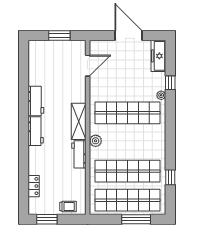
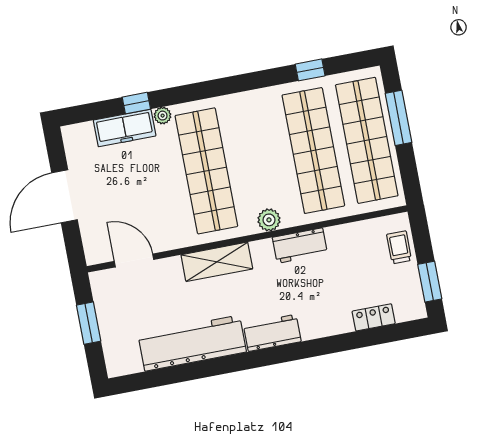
freezer: (158, 56) -> (125, 128), moved
workbench: (36, 101) -> (192, 343), width x1.88, depth x1.32
shelving: (79, 121) -> (217, 262), moved

